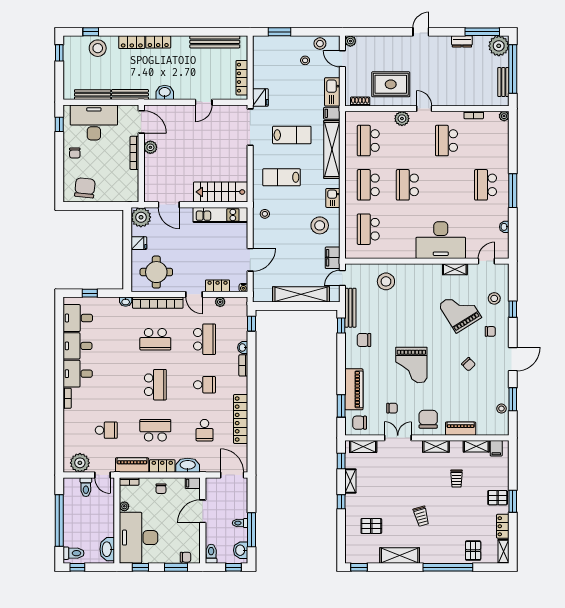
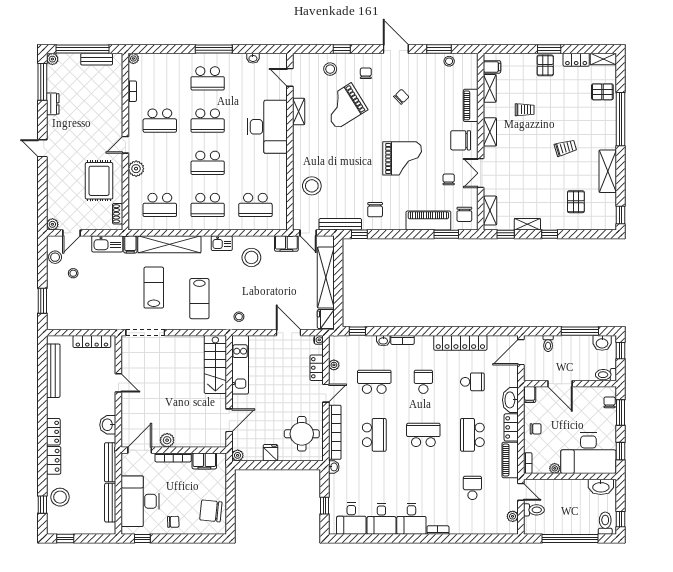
plant: (499, 46) -> (52, 59), width x0.53, depth x0.53
fridge: (260, 97) -> (326, 319), moved, turned -90
filing cabinet: (131, 182) -> (204, 461), added
school desk: (446, 185) -> (208, 121), added
plant: (141, 217) -> (238, 455), width x0.53, depth x0.53
plant: (80, 463) -> (513, 516), width x0.53, depth x0.53
door: (102, 475) -> (521, 492), hinge flipped
toilet: (240, 523) -> (548, 343), moved

